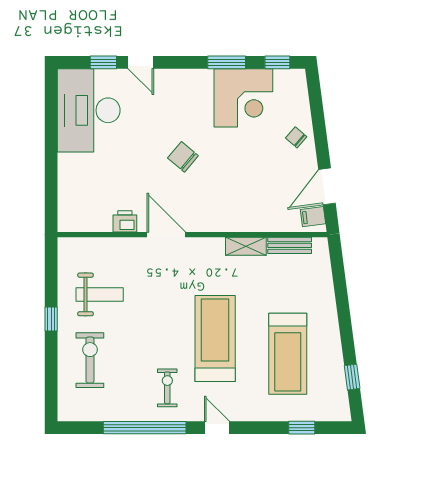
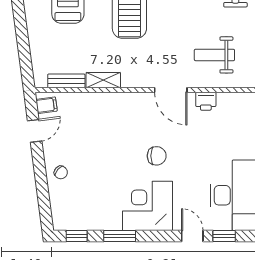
corner desk: (243, 98) -> (148, 206), moved
chair: (183, 157) -> (157, 156), turned -40
door: (327, 186) -> (35, 131), width x0.73
weight bench: (100, 294) -> (214, 55), moved

